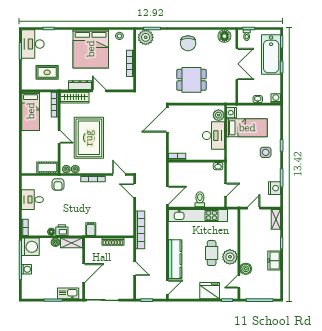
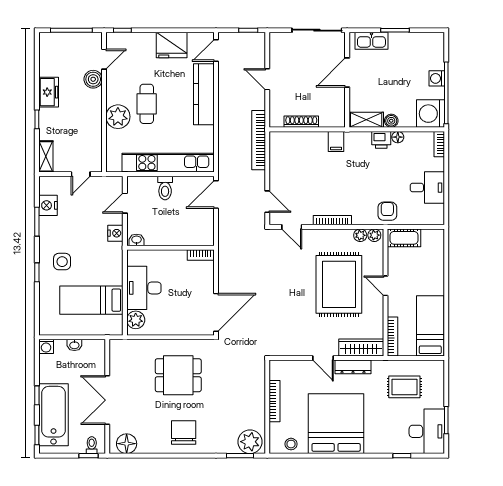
nightstand: (232, 113) -> (115, 233), moved
plant: (230, 257) -> (118, 117), moved
fridge: (210, 291) -> (172, 45), moved

